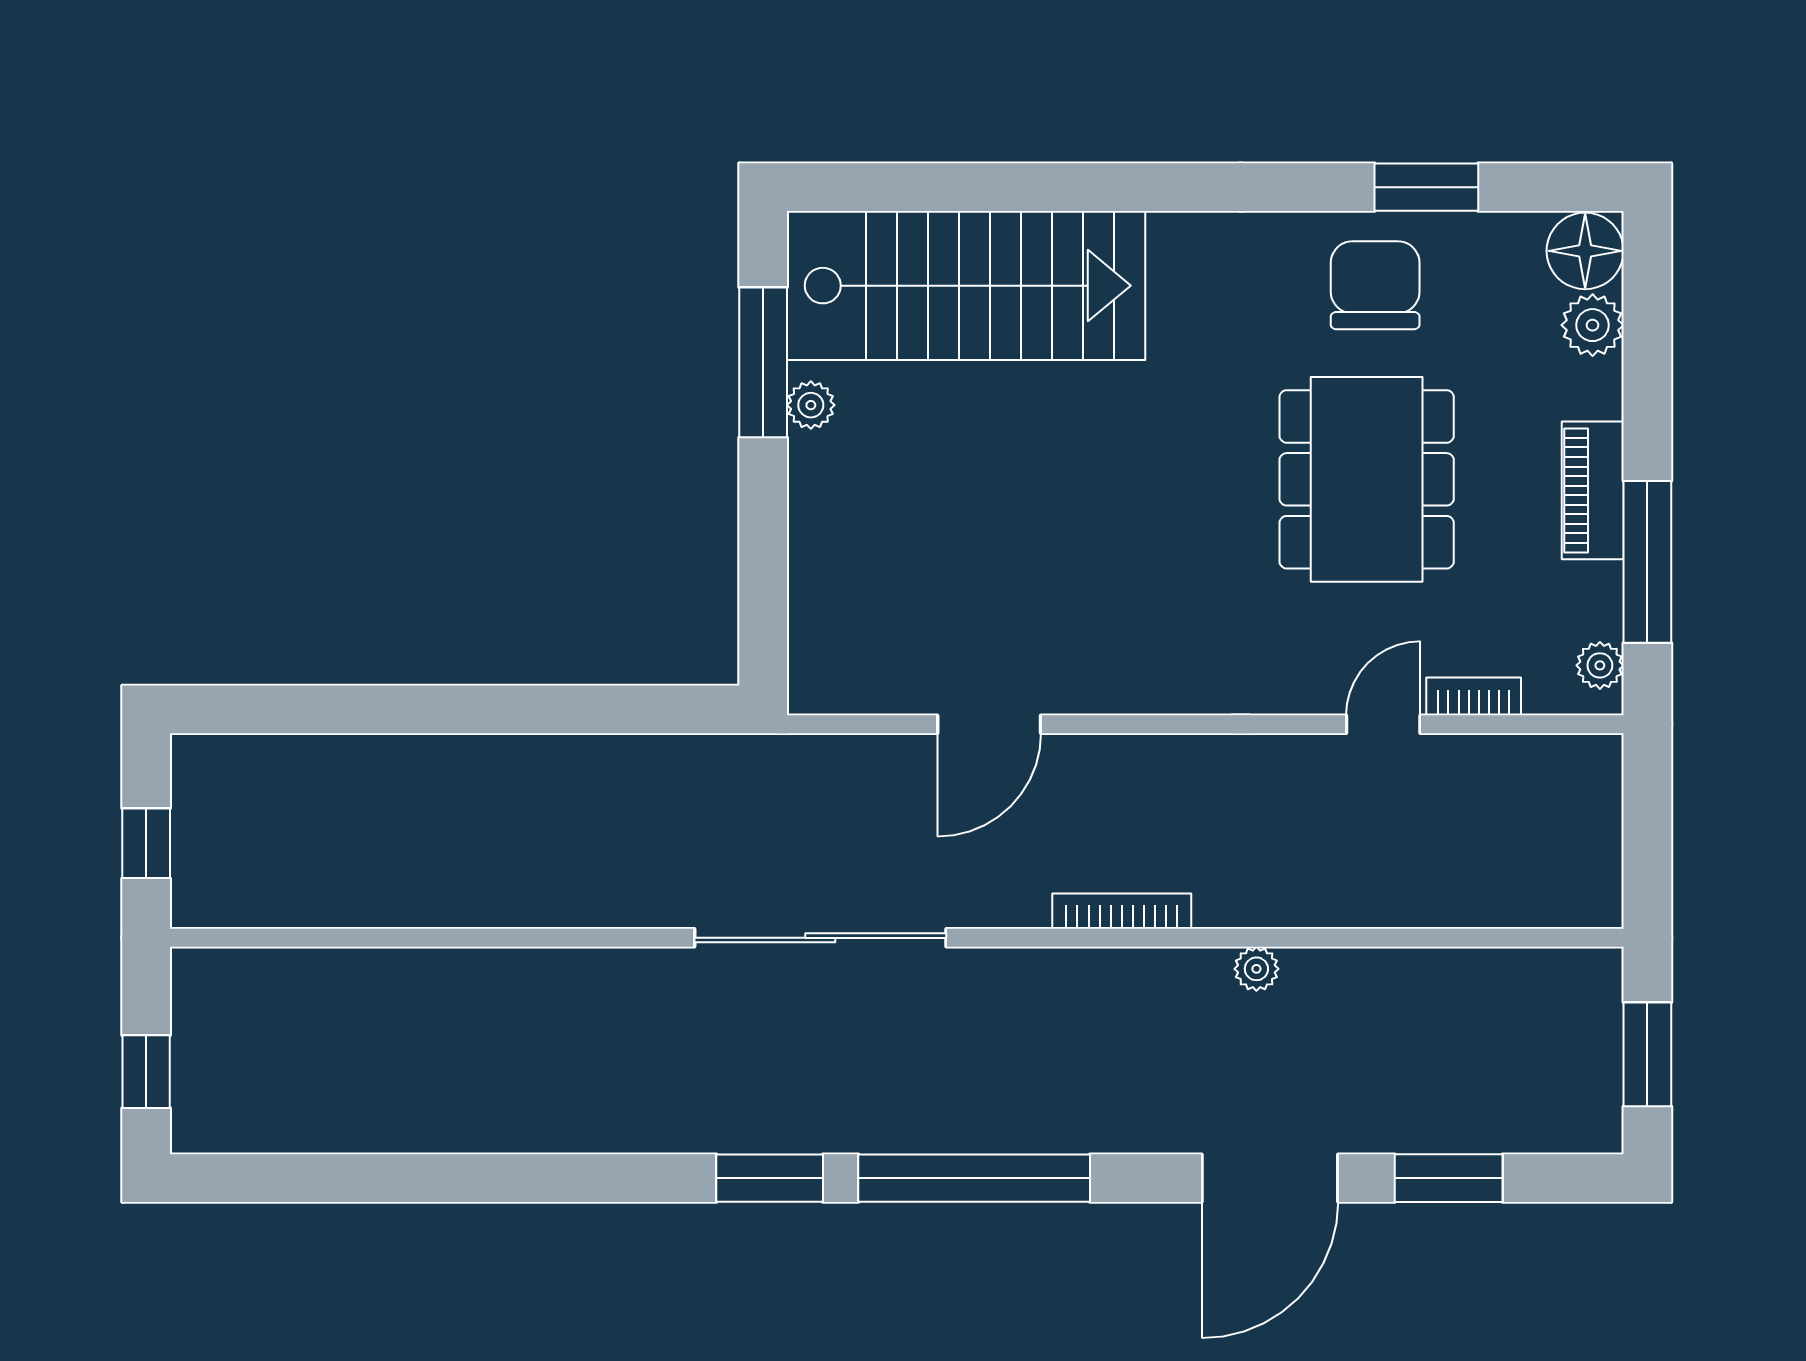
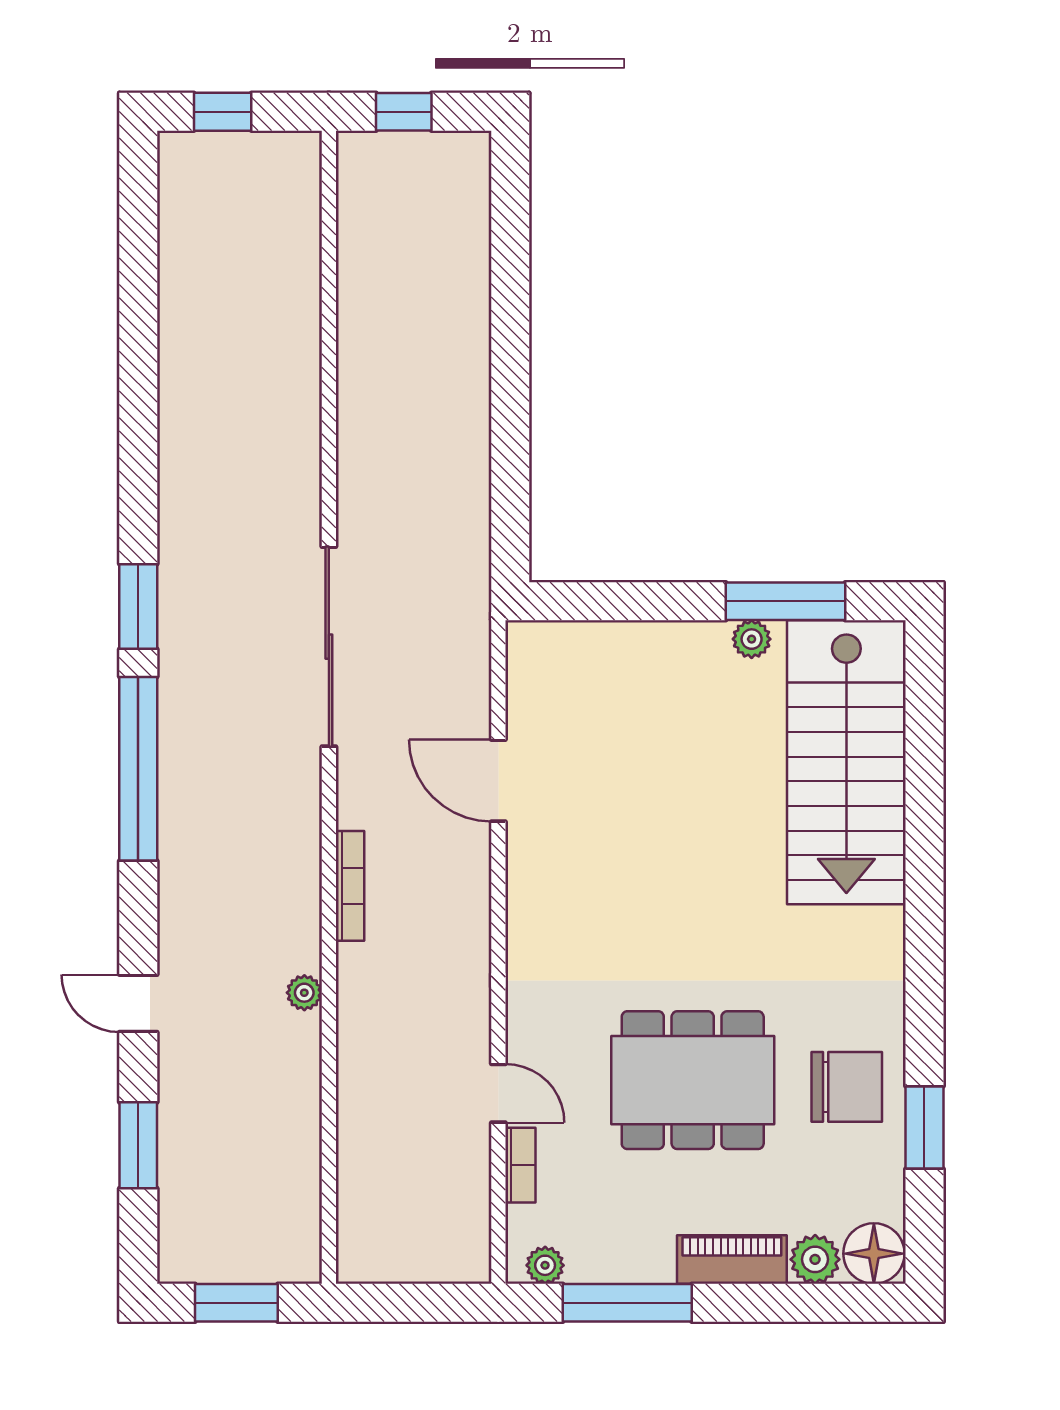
piano: (1593, 490) -> (732, 1260), moved
door: (1270, 1178) -> (138, 1003), width x0.53

